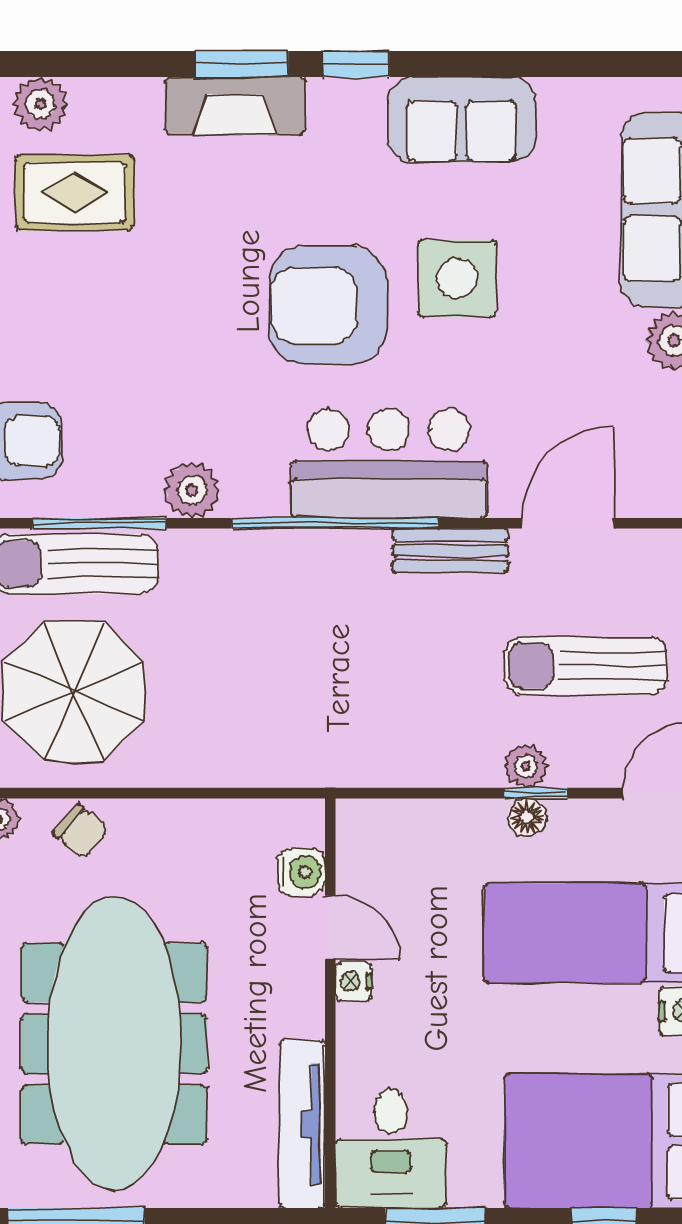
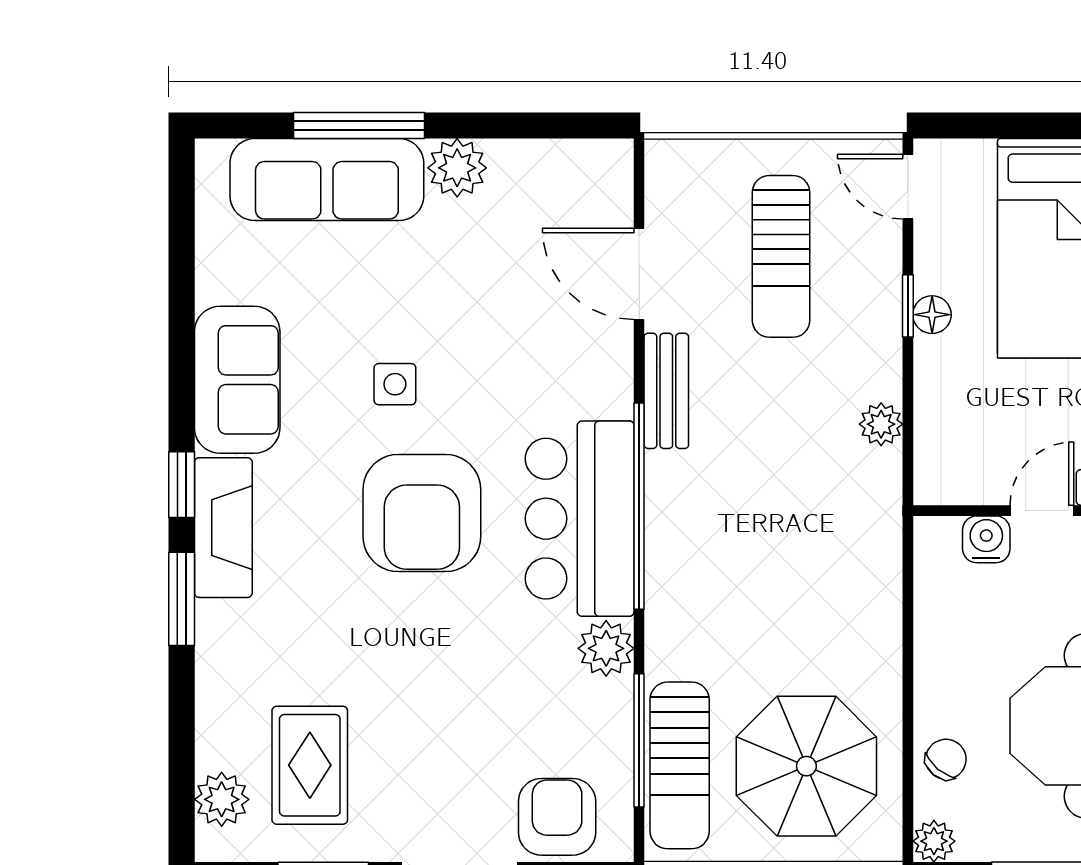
fireplace: (235, 106) -> (223, 528), moved
side table: (457, 278) -> (395, 384), width x0.54, depth x0.54
bar counter: (389, 464) -> (580, 519), moved
plant: (526, 766) -> (881, 424), moved

